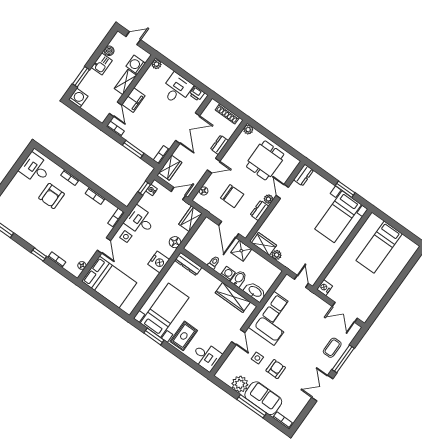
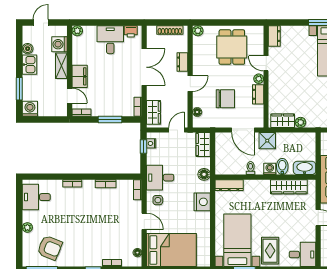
plant: (12, 187) -> (27, 227), added
armchair: (52, 196) -> (50, 248), moved, turned -68

